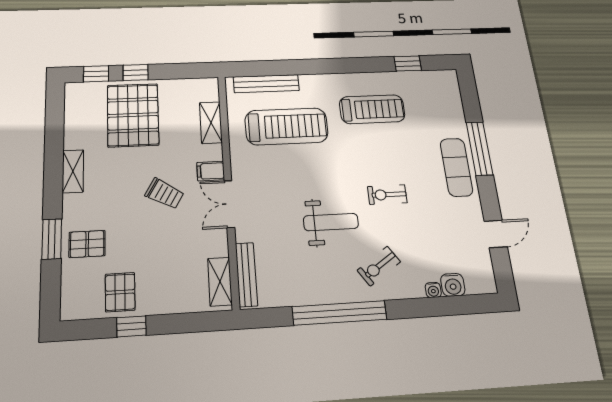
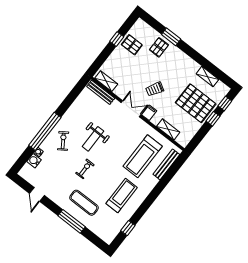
treadmill: (372, 109) -> (122, 195), turned 180
exercise mat: (456, 167) -> (84, 203), moved
shelving: (73, 171) -> (207, 77), moved
window: (339, 313) -> (45, 131), moved

